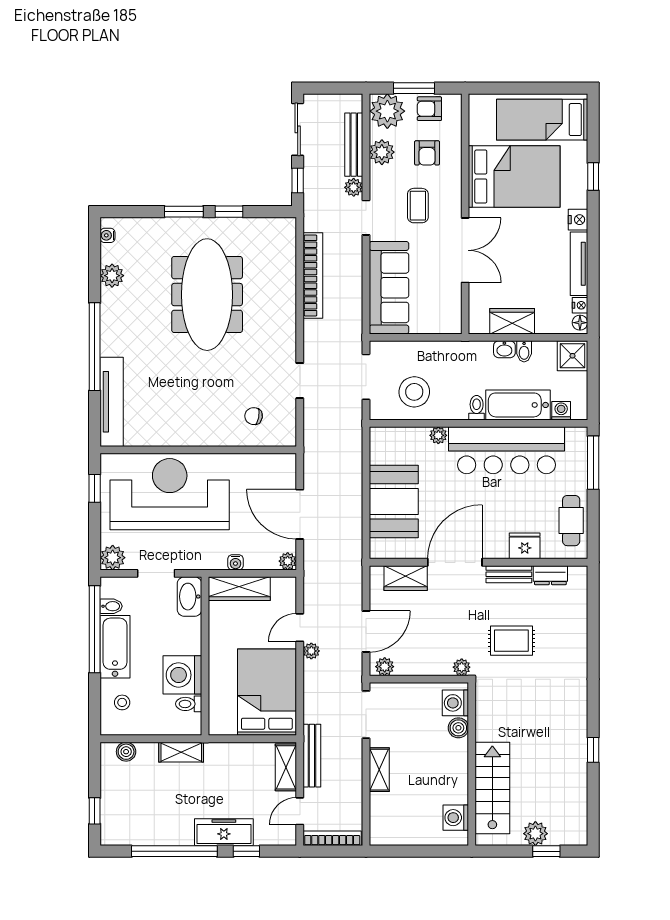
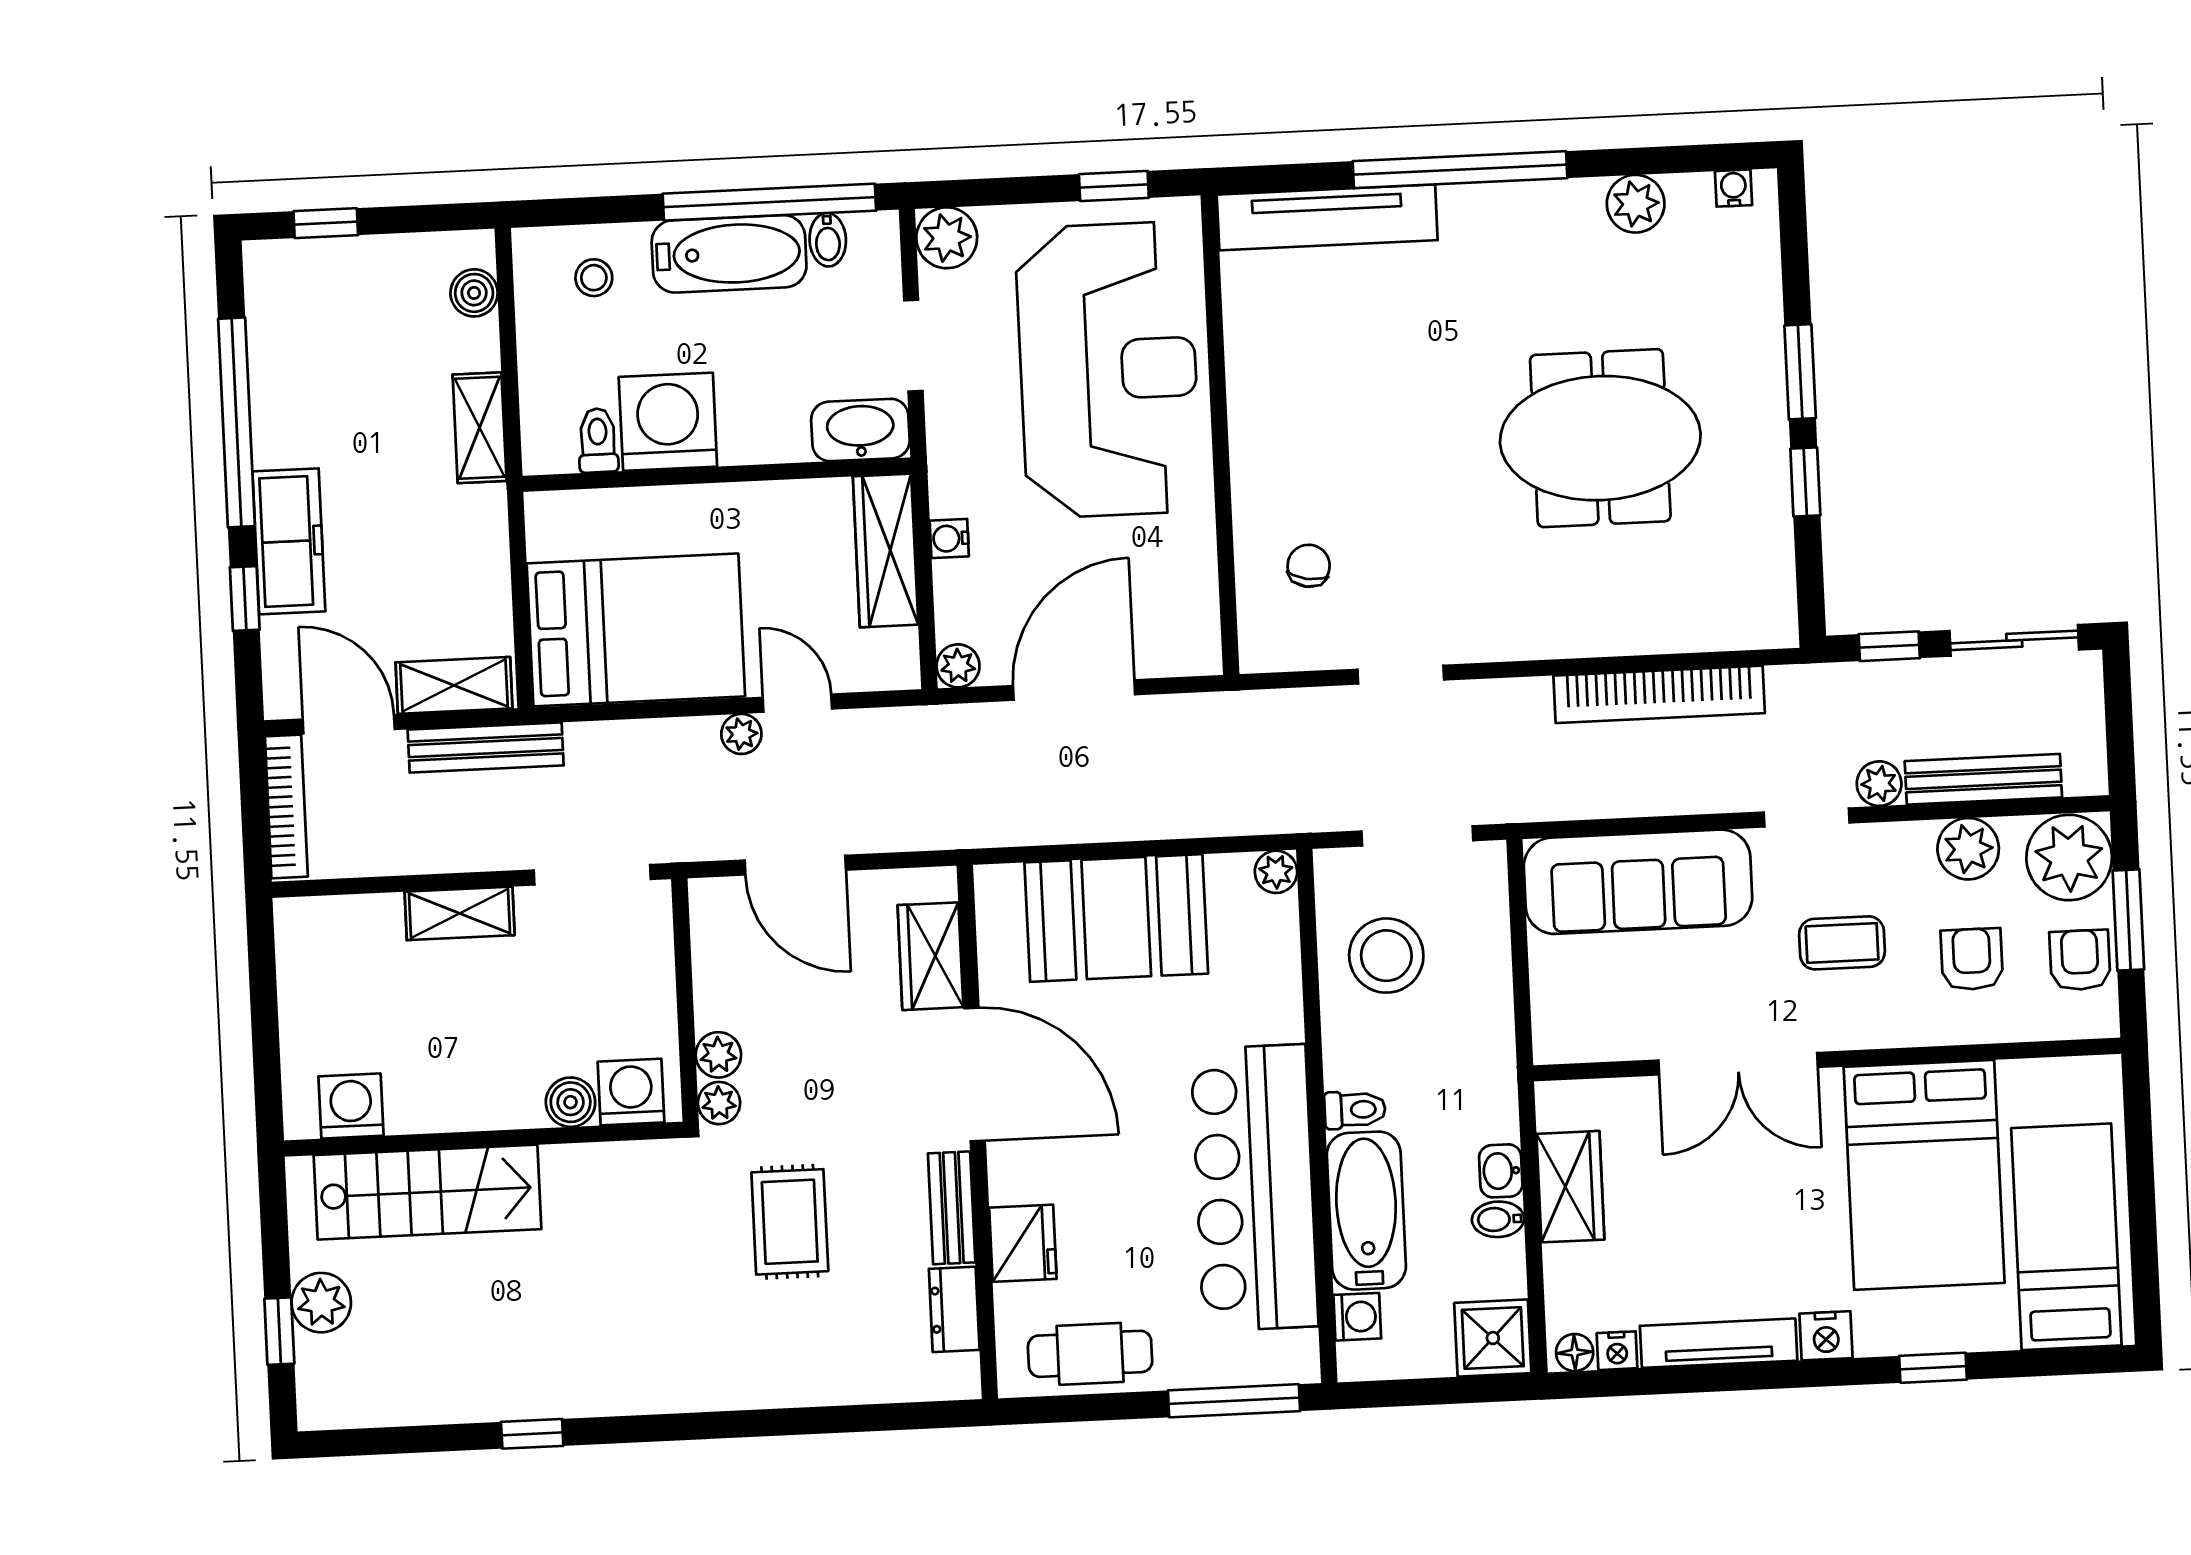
armchair: (427, 153) -> (1972, 959), turned 90
meeting table: (207, 295) -> (1600, 438), width x0.73
plant: (438, 435) -> (1276, 872), moved
plant: (385, 667) -> (718, 1055), moved
door: (300, 811) -> (349, 724), width x1.37

